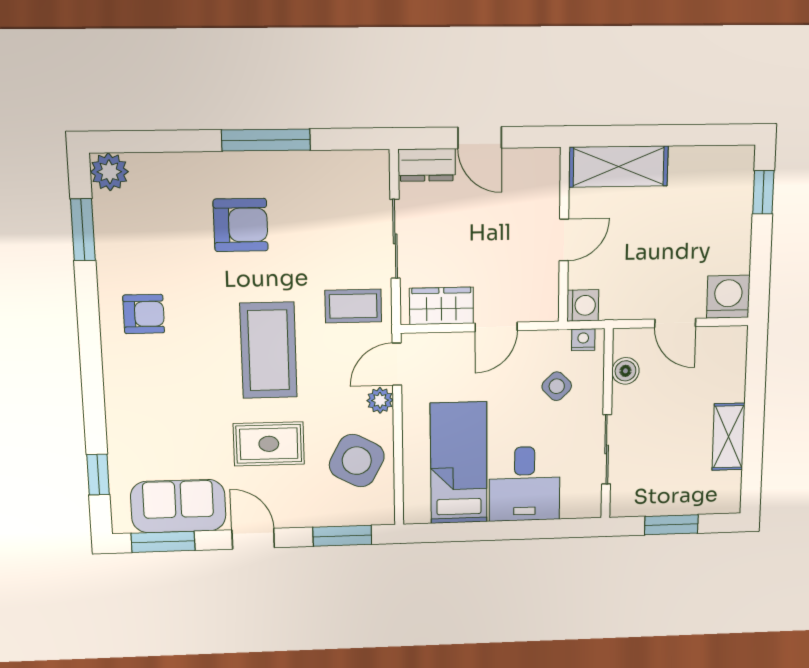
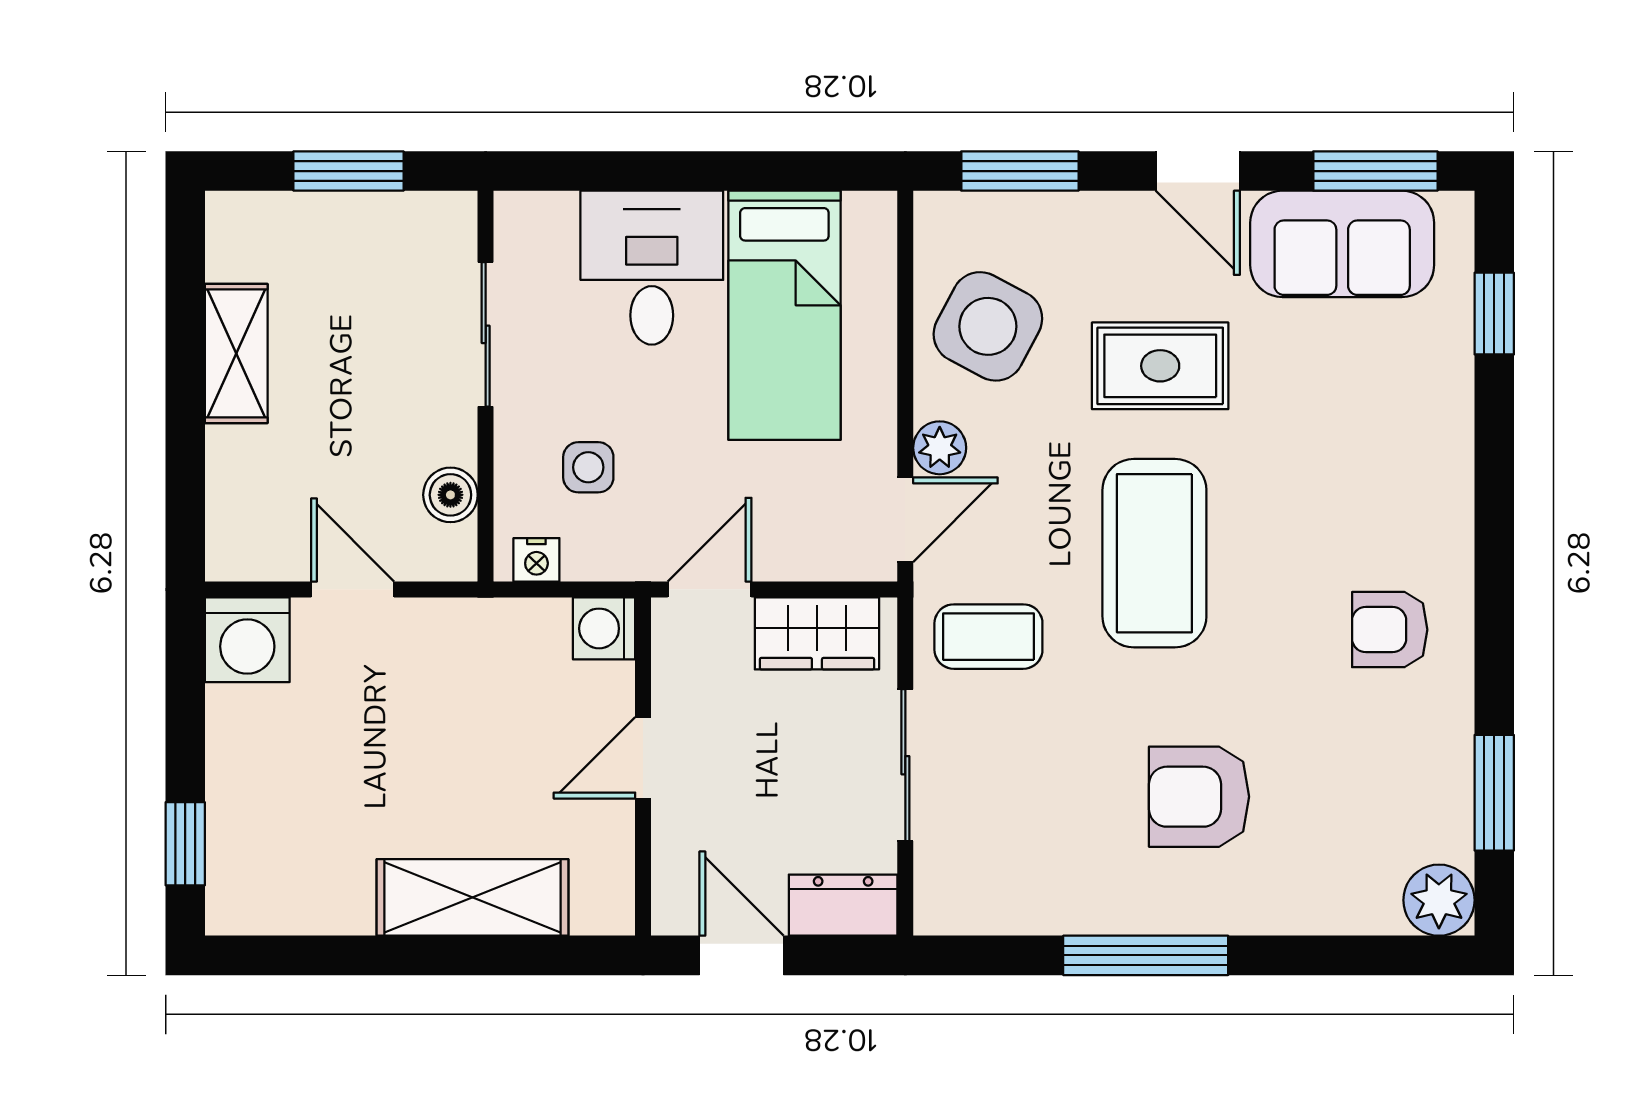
wall: (564, 235) -> (643, 767), moved
door: (564, 240) -> (643, 758), moved
washing machine: (583, 305) -> (604, 628), moved
side table: (557, 386) -> (588, 467), turned 45

